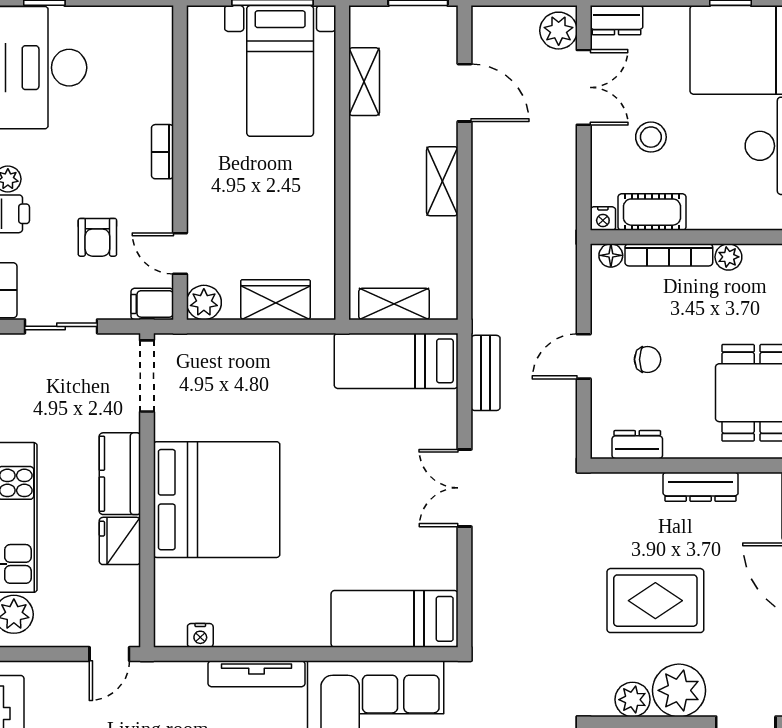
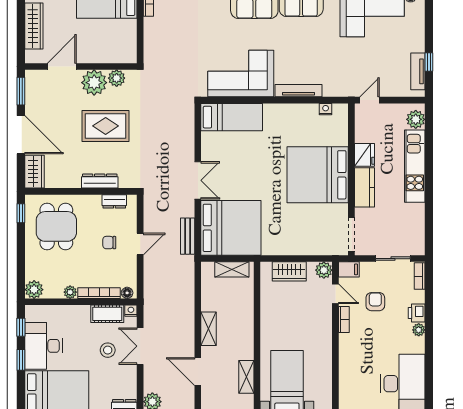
double door: (584, 87) -> (140, 346), moved
bookcase: (162, 152) -> (344, 319), moved
bed: (396, 361) -> (231, 228), width x2.04
dresser: (701, 487) -> (100, 181), moved

